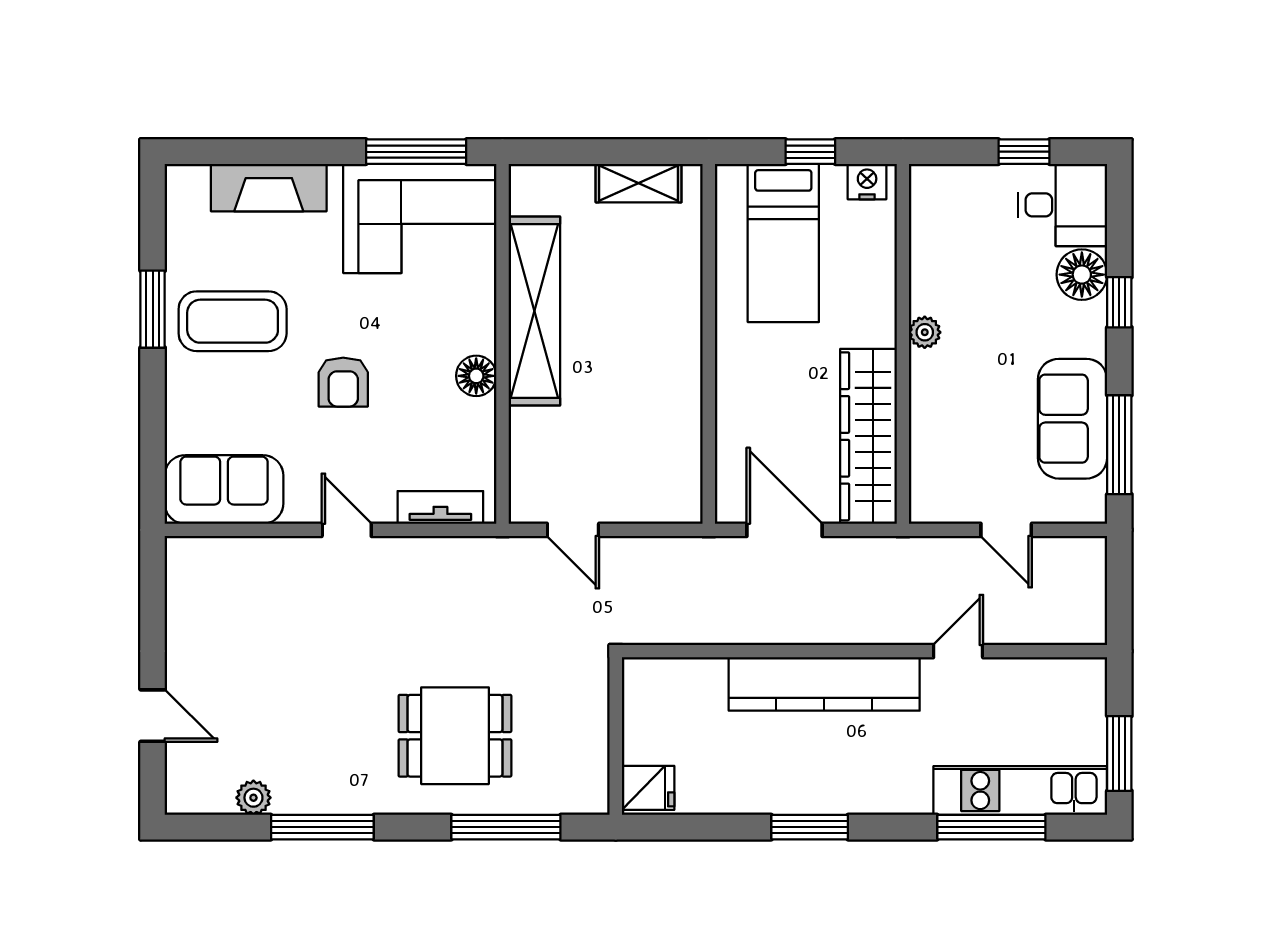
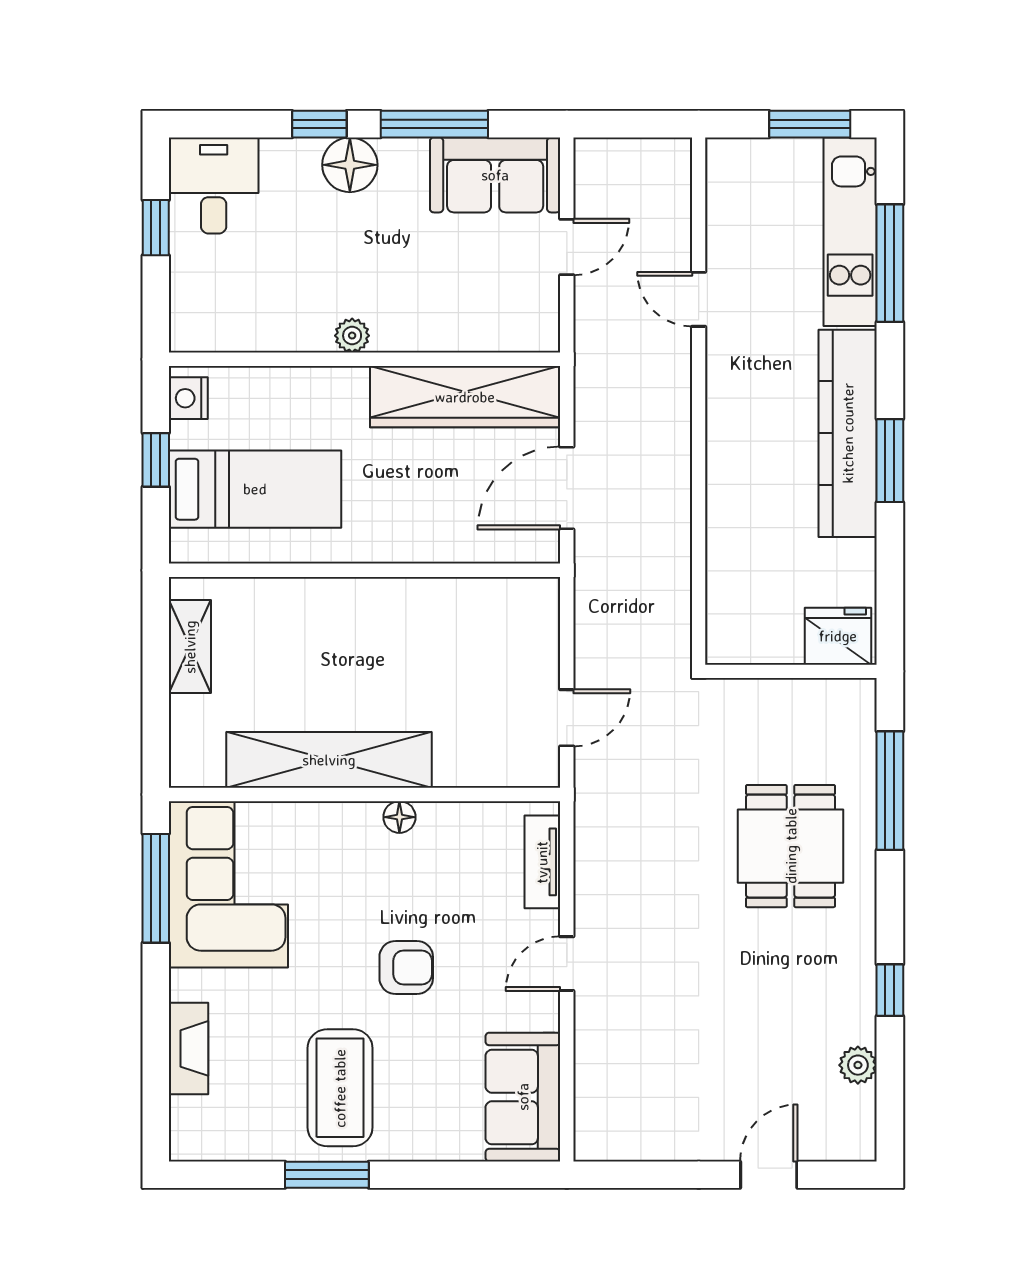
fireplace: (269, 188) -> (189, 1048), width x0.73, depth x0.76
floor lamp: (1082, 275) -> (350, 165), moved
floor lamp: (476, 376) -> (399, 817), width x0.73, depth x0.73
sofa: (1073, 419) -> (495, 175), moved
window: (1119, 445) -> (434, 124), moved
kitchen counter: (824, 684) -> (848, 433), moved, turned 180
fridge: (648, 788) -> (838, 636), width x1.38
window: (322, 827) -> (890, 990), width x0.46

